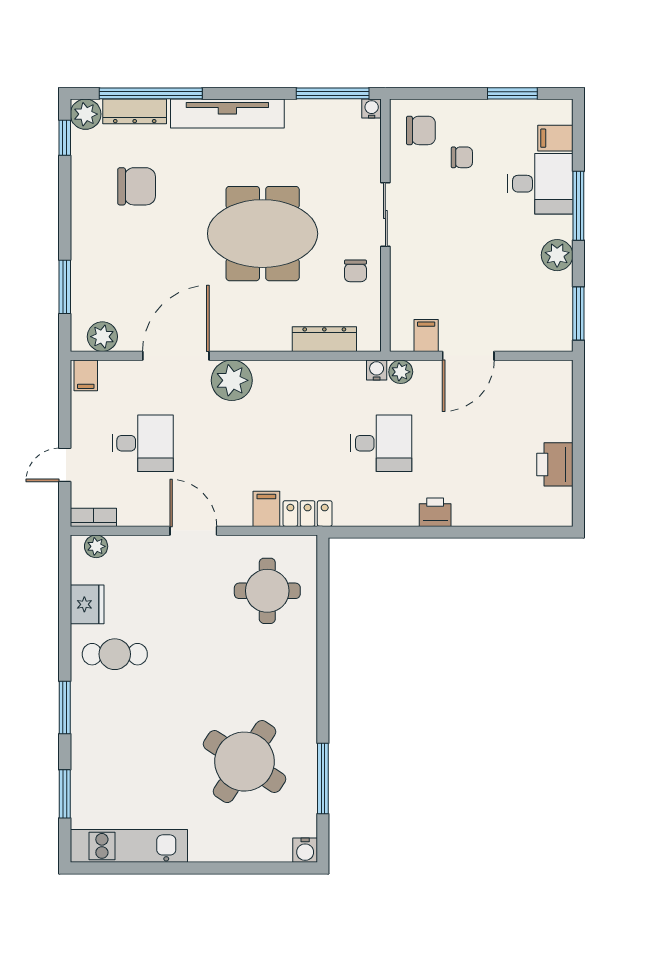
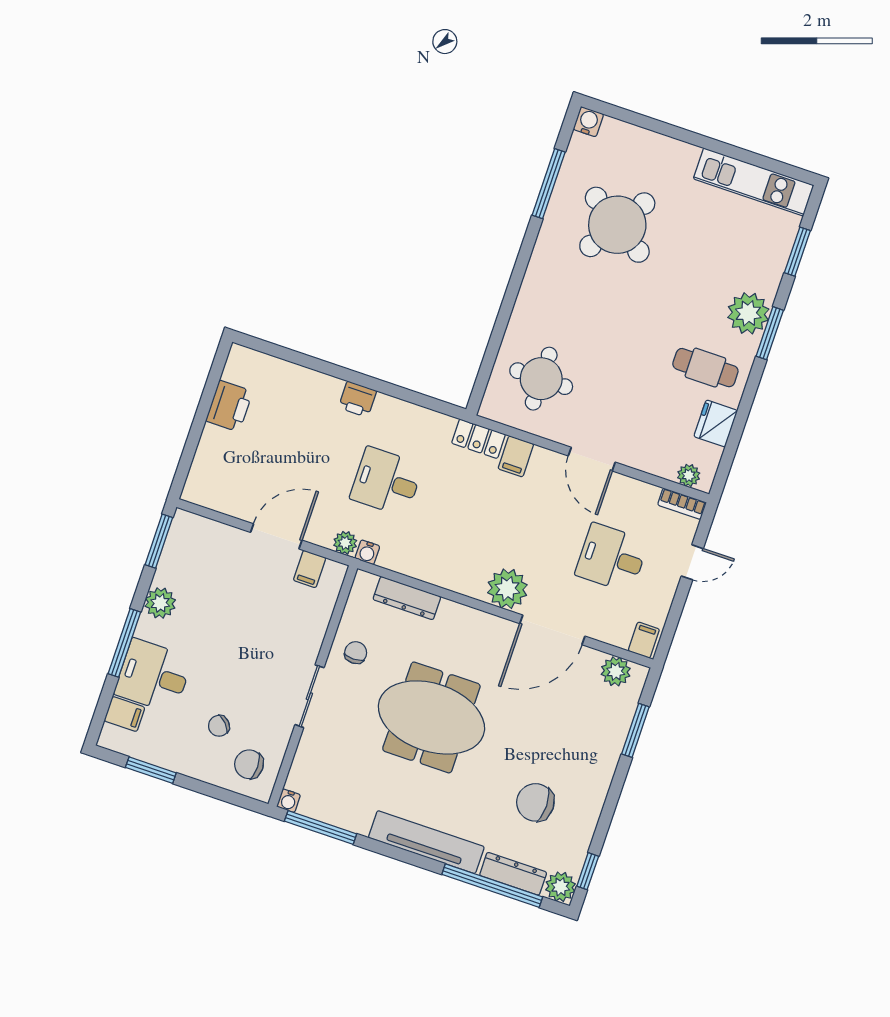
chair: (462, 157) -> (219, 726), turned -43
plant: (92, 719) -> (748, 313), added

